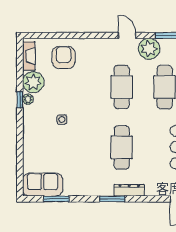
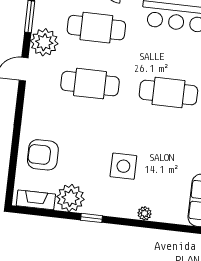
plant: (28, 99) -> (145, 213), moved
side table: (62, 120) -> (123, 166), width x1.87, depth x1.87

